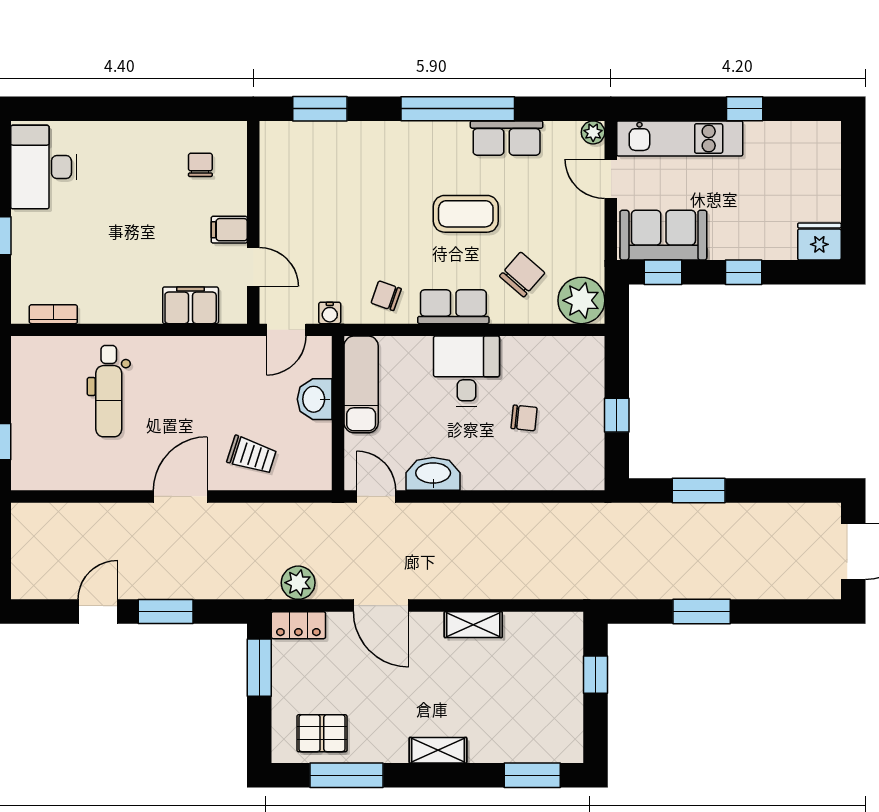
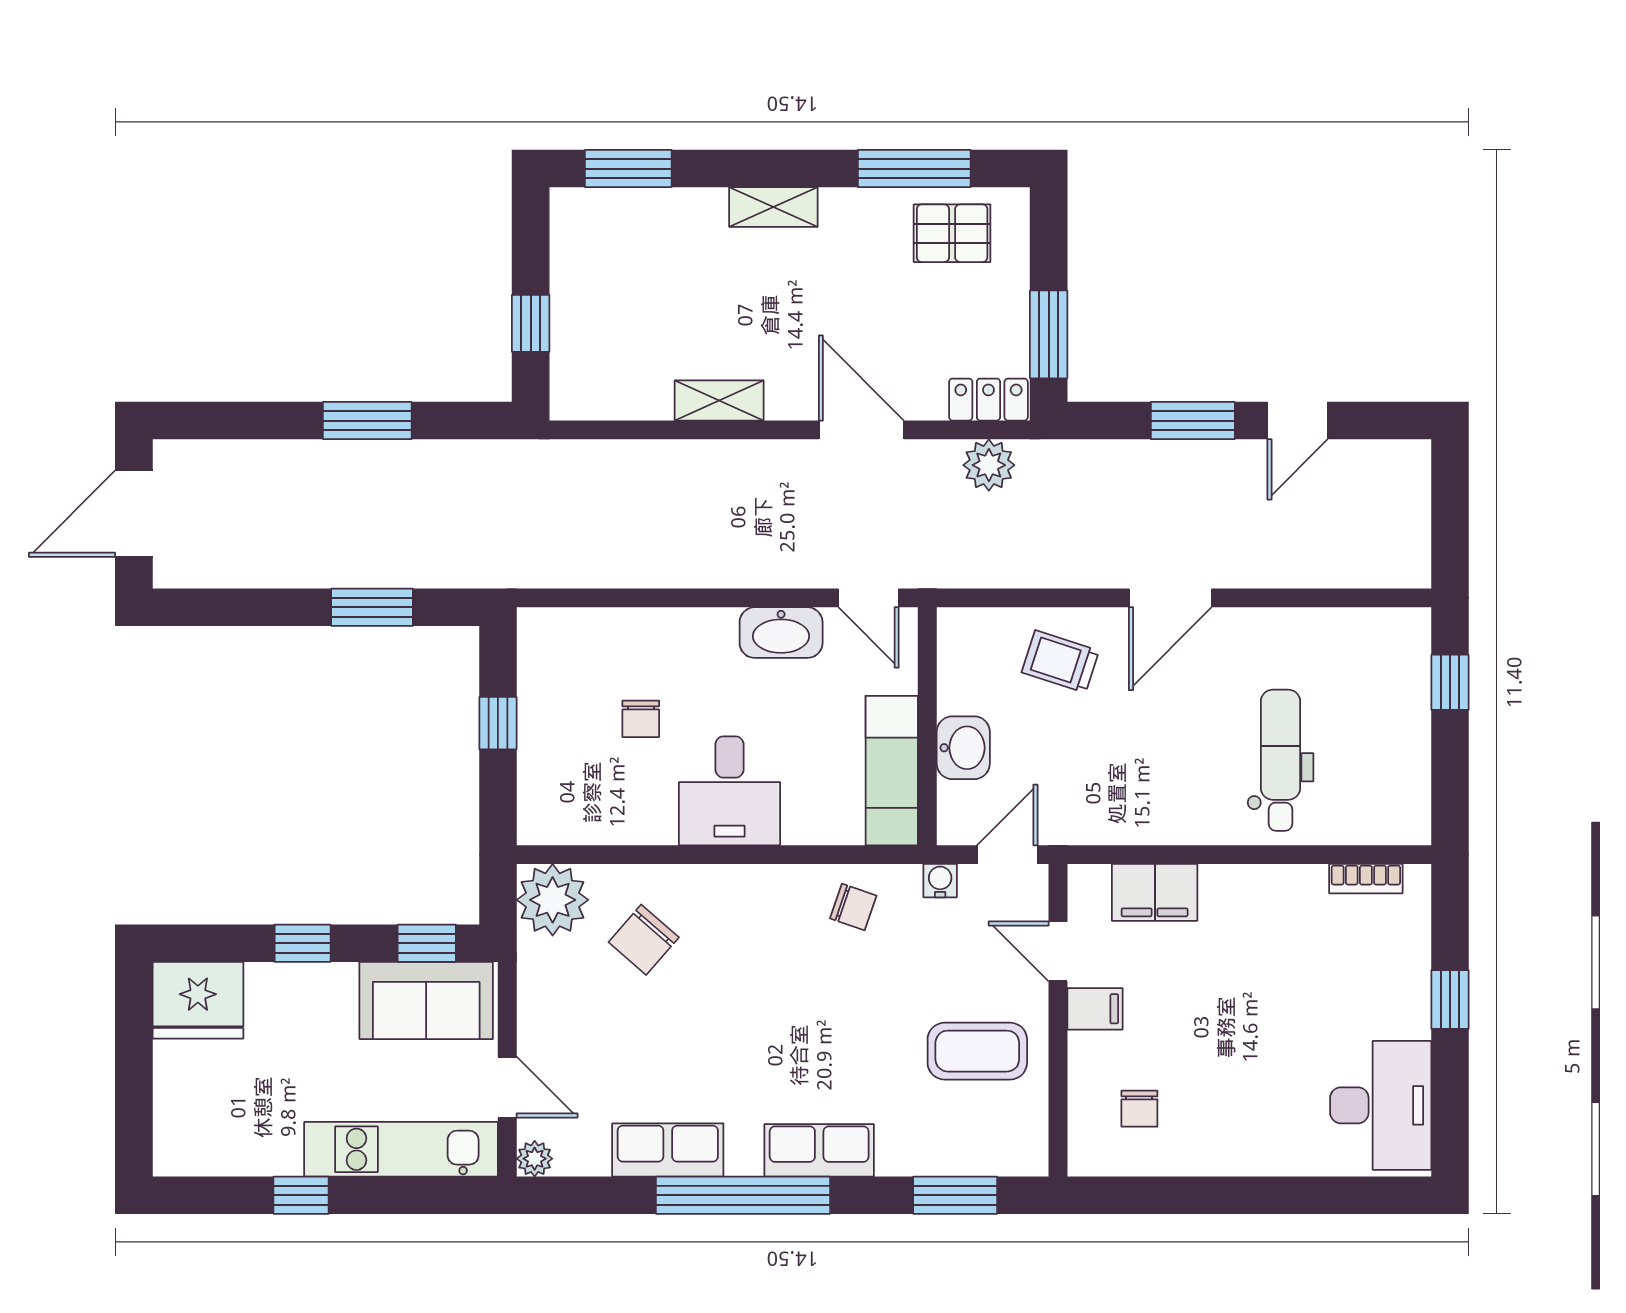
coffee table: (466, 214) -> (977, 1051), moved
fridge: (819, 242) -> (198, 1000), width x1.36, depth x1.34
row of seats: (453, 307) -> (819, 1150), moved, turned 180
chair: (524, 418) -> (641, 719), turned -96

